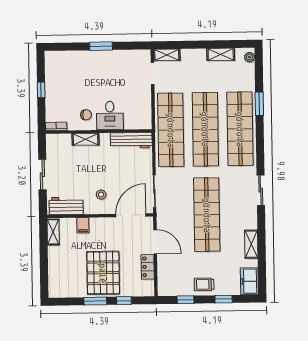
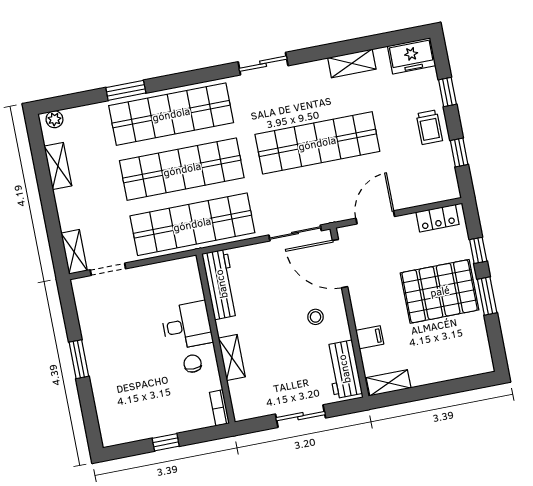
locker: (148, 267) -> (437, 218), moved

